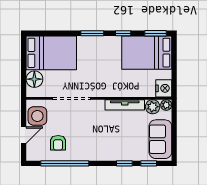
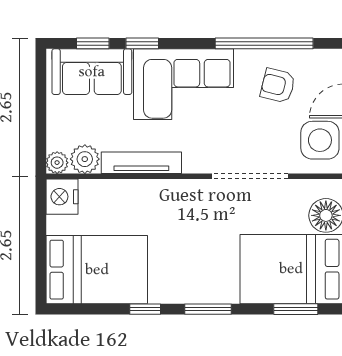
window: (155, 33) -> (296, 309), moved
sofa: (160, 139) -> (92, 72), moved, turned 90
armchair: (58, 143) -> (278, 86), turned -76
corner sofa: (104, 143) -> (184, 84), added

